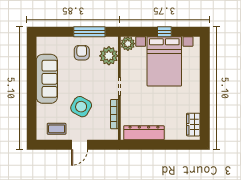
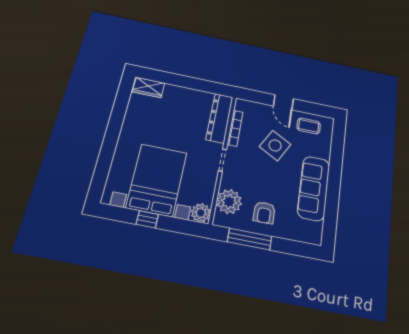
wardrobe: (193, 125) -> (149, 87), moved, turned 90
dresser: (144, 133) -> (220, 118), moved, turned 90
door: (80, 145) -> (283, 102), swing flipped

